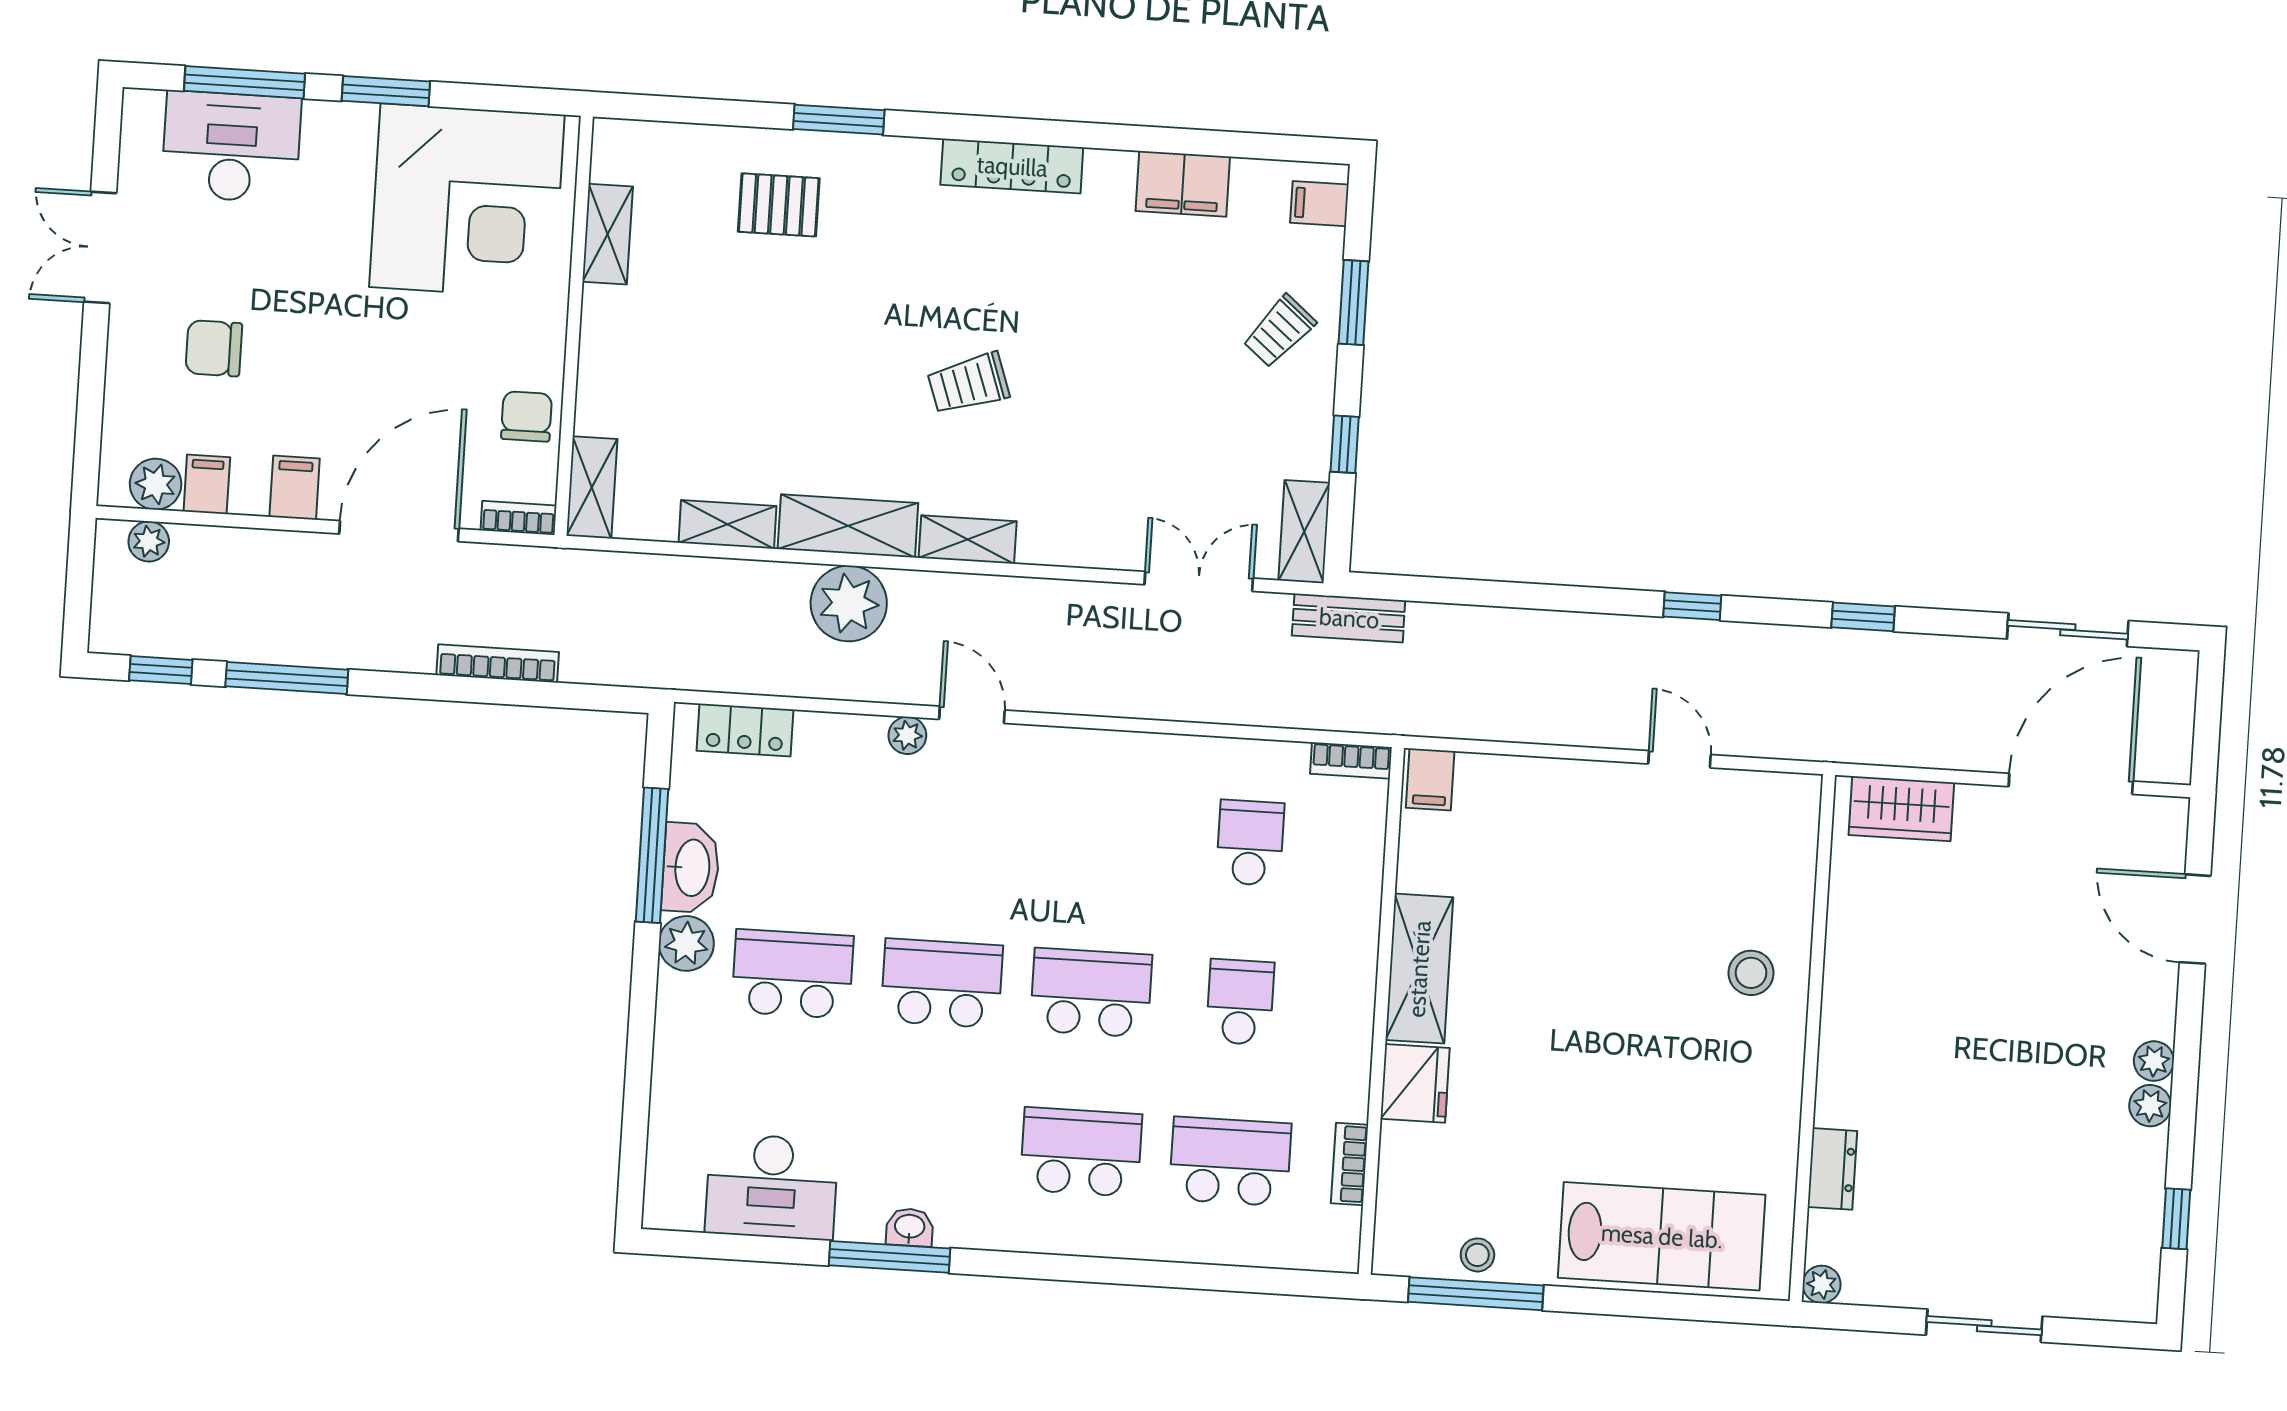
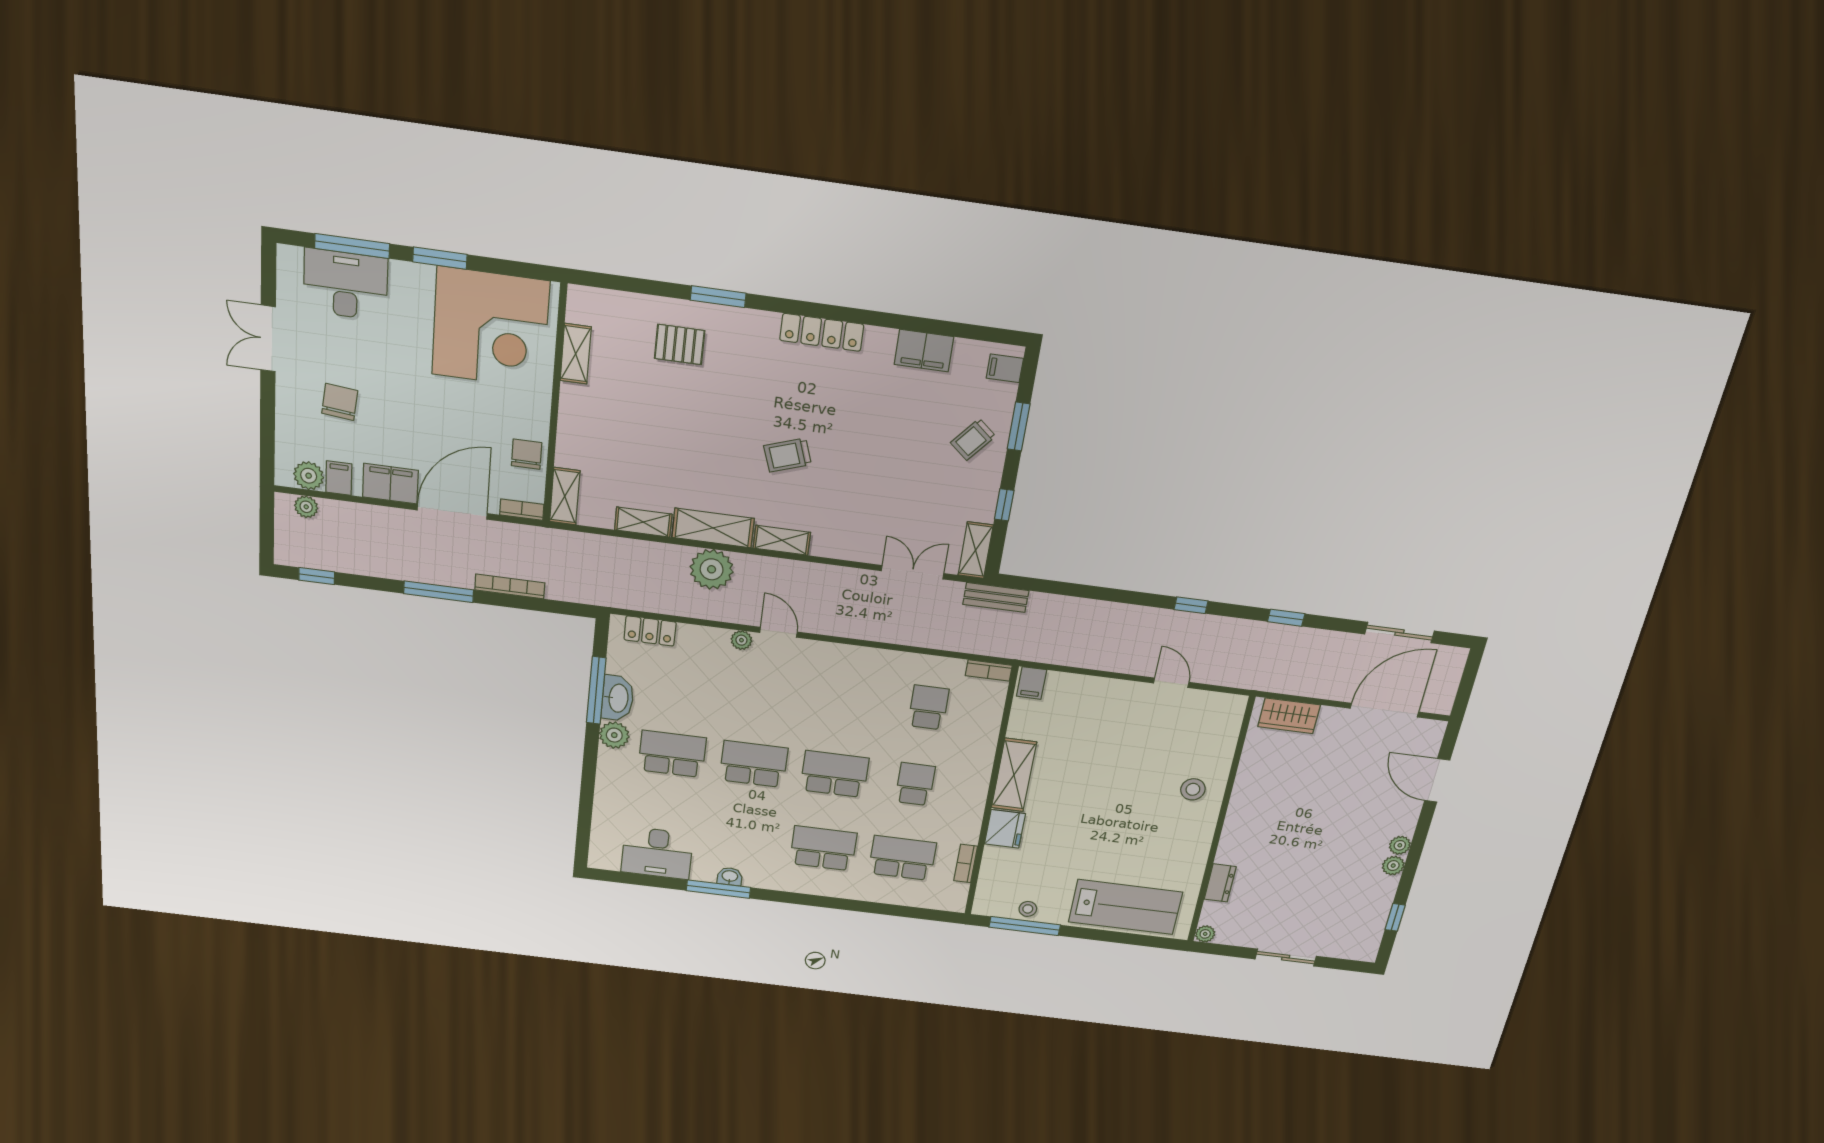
chair: (214, 348) -> (340, 402), turned 96
filing cabinet: (295, 488) -> (390, 484), width x2.00
window: (287, 678) -> (439, 592), moved

